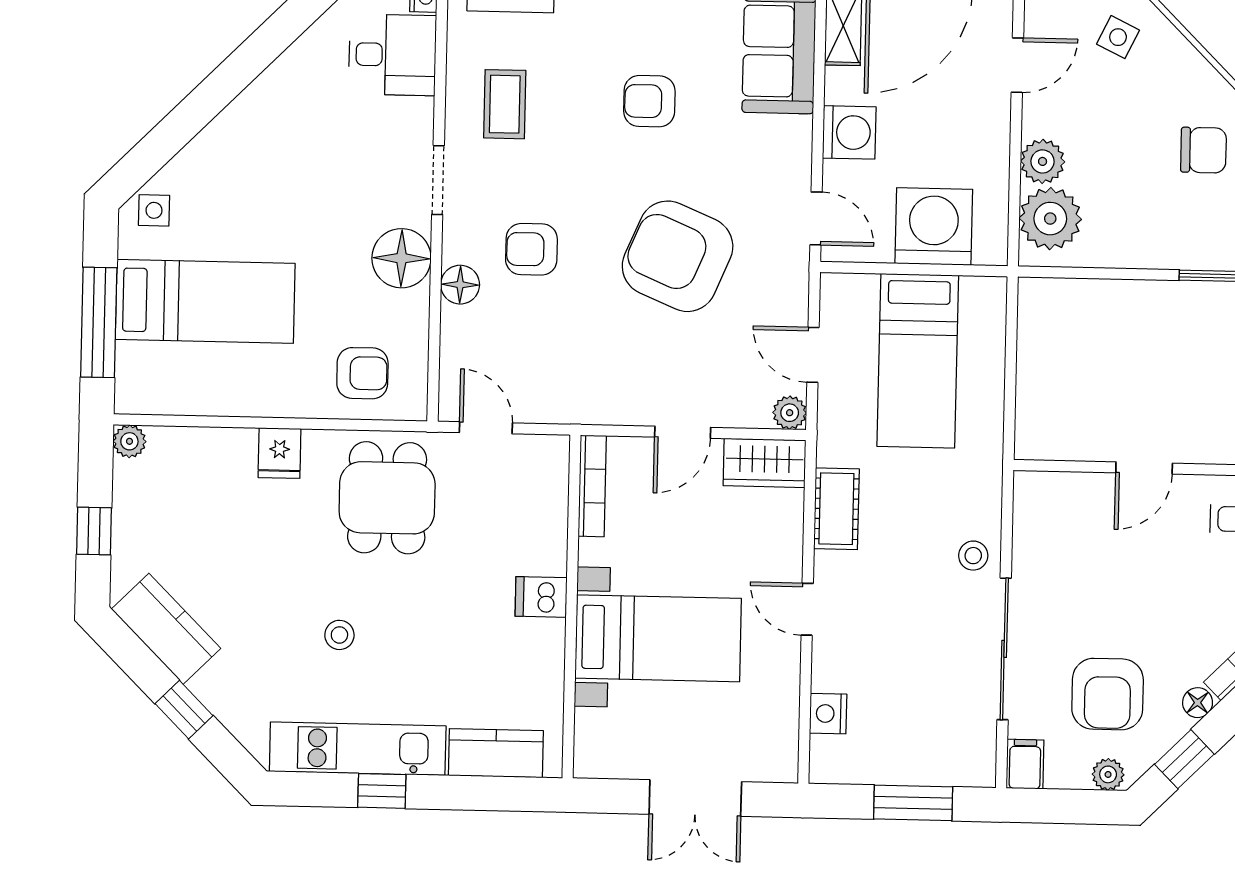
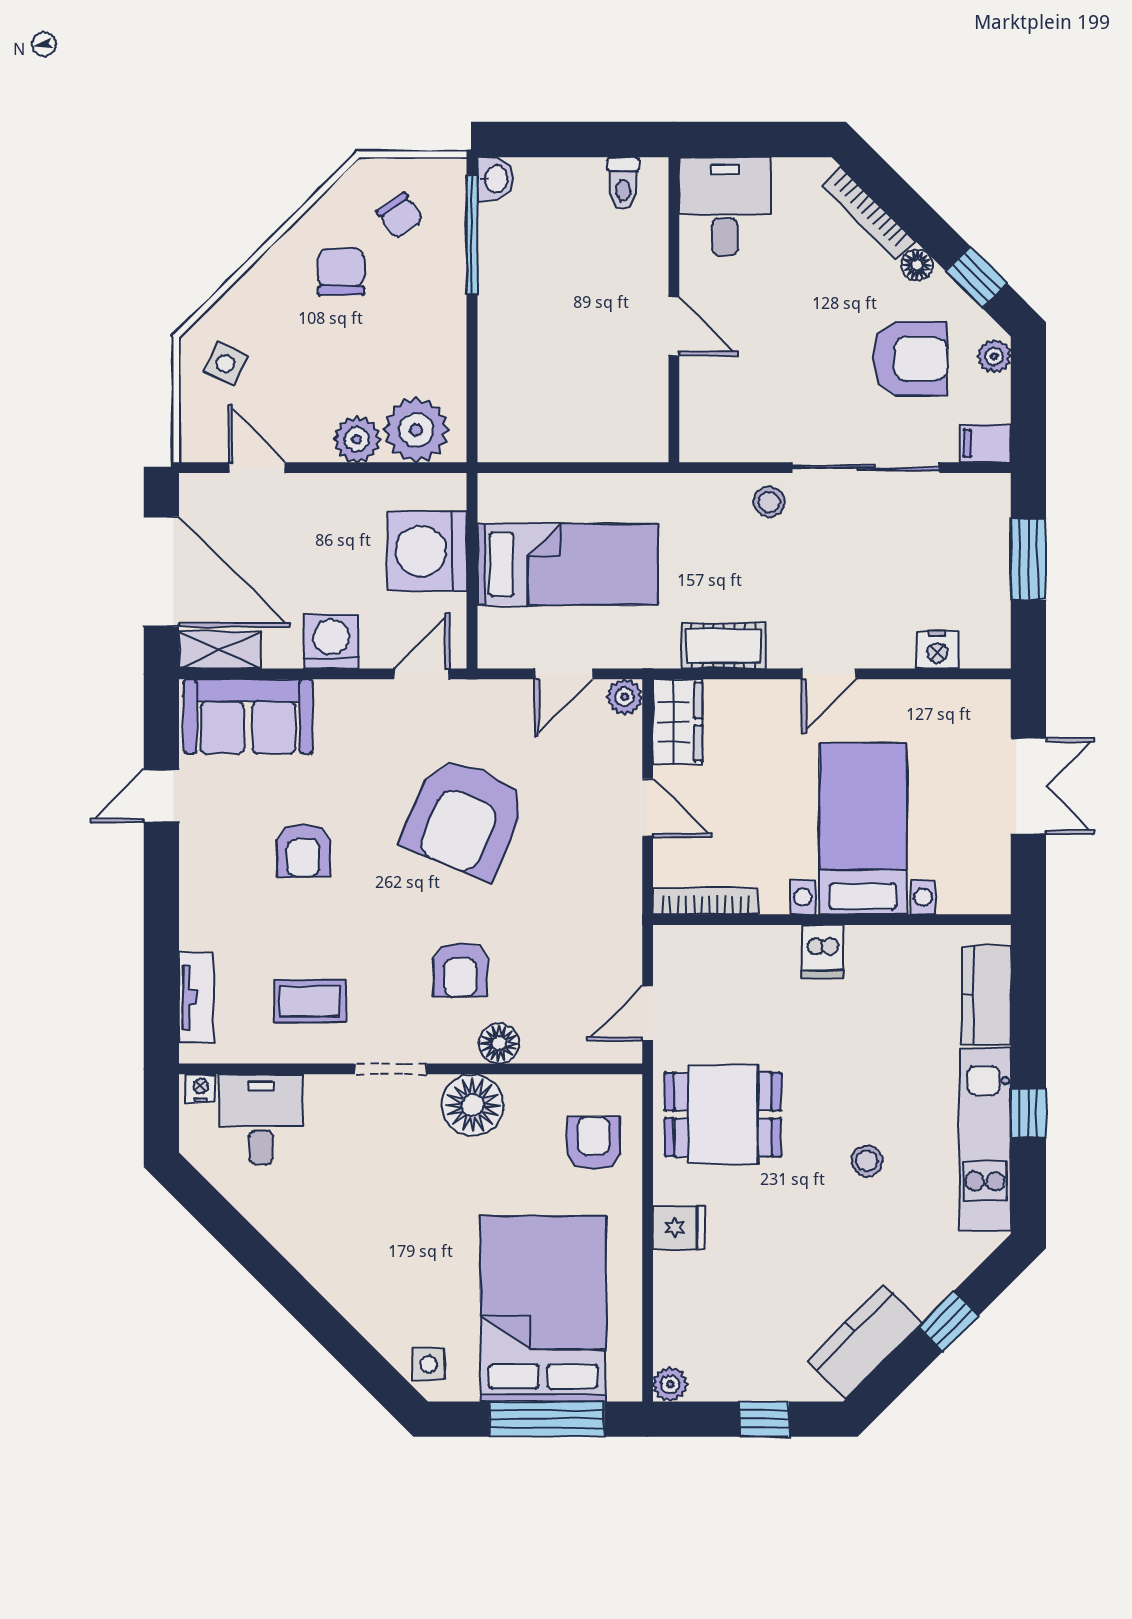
bed: (205, 301) -> (543, 1309), width x1.50

